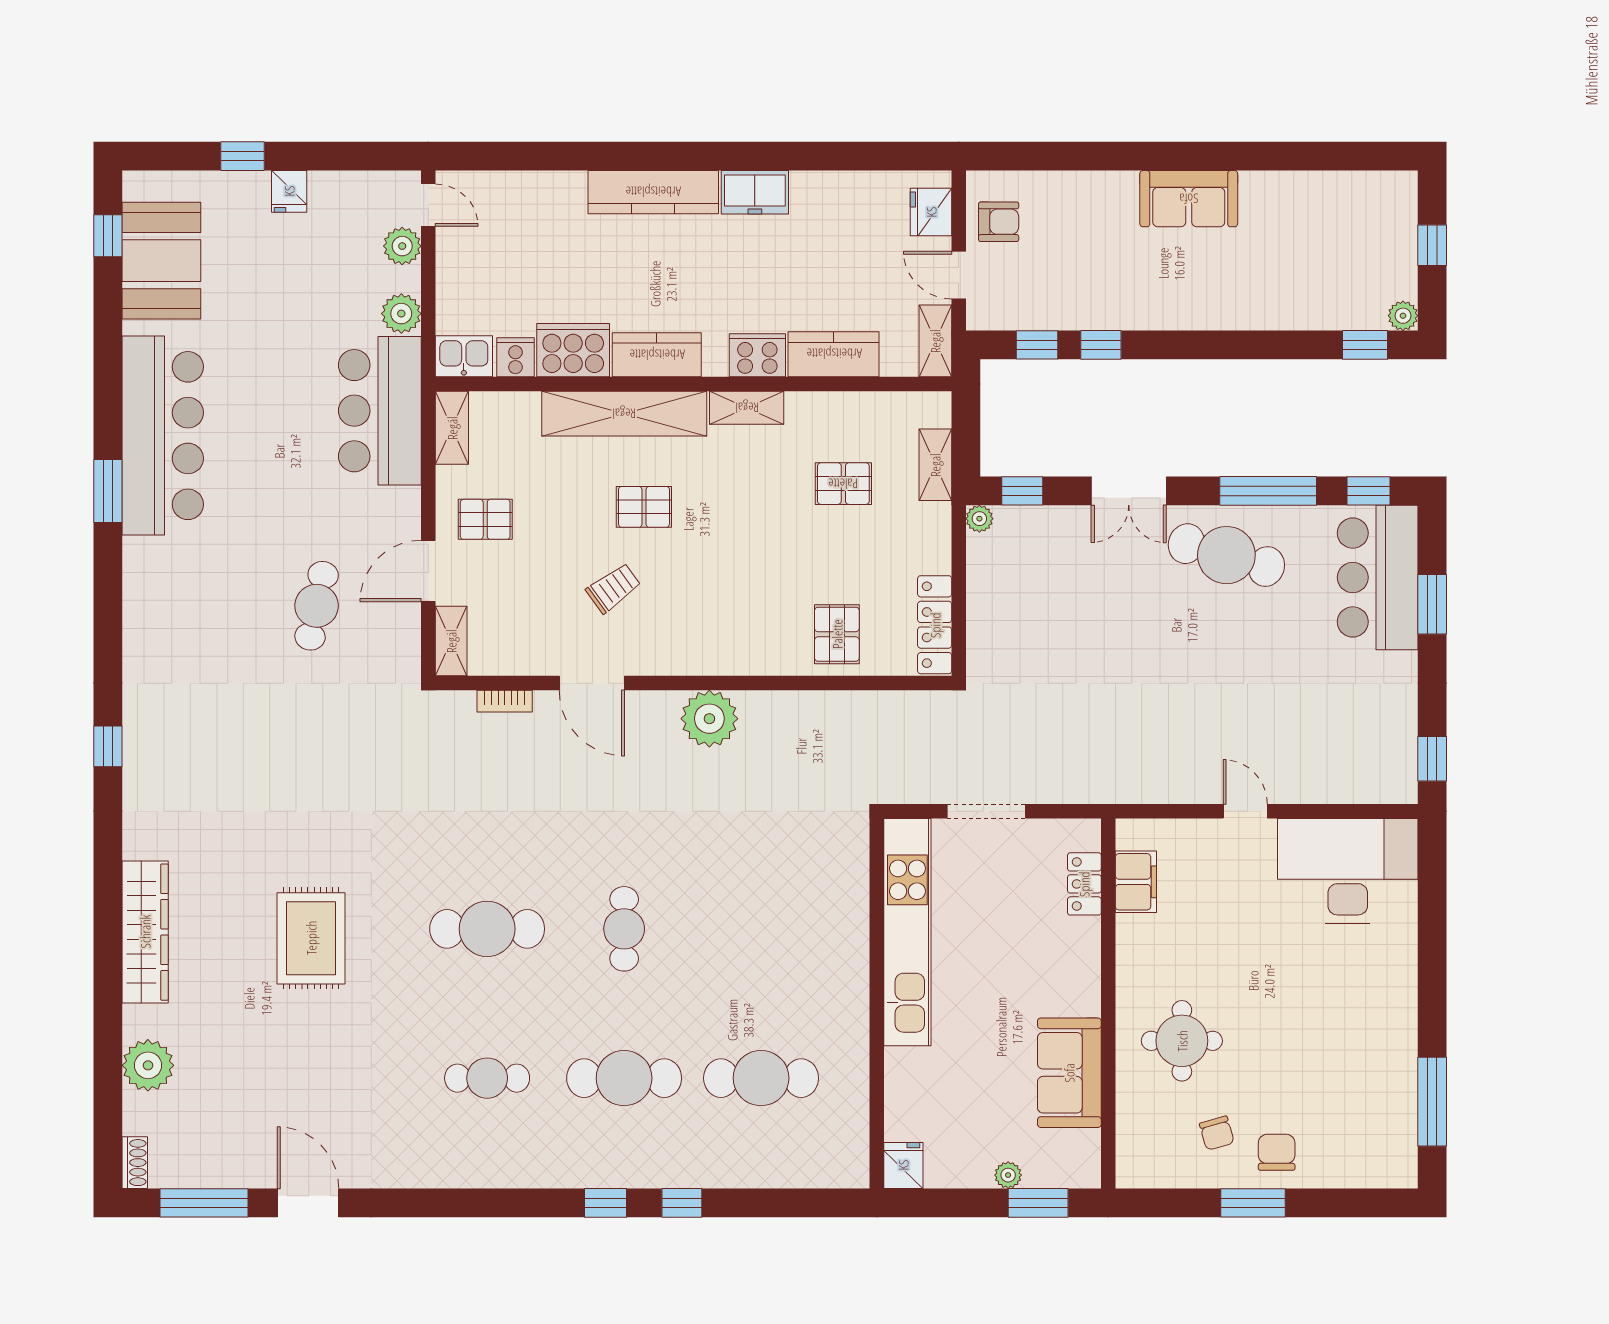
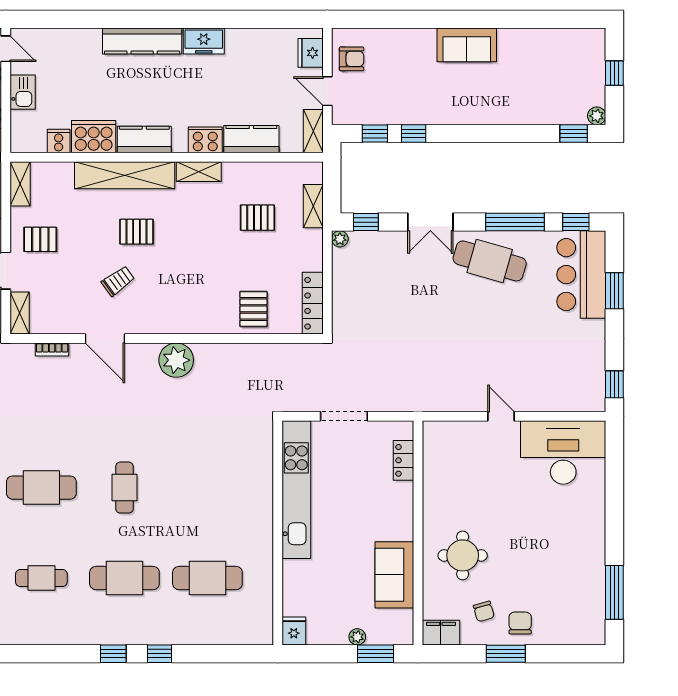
kitchen sink: (464, 356) -> (23, 92), moved, turned 90
filing cabinet: (1136, 882) -> (441, 633), moved, turned -90

